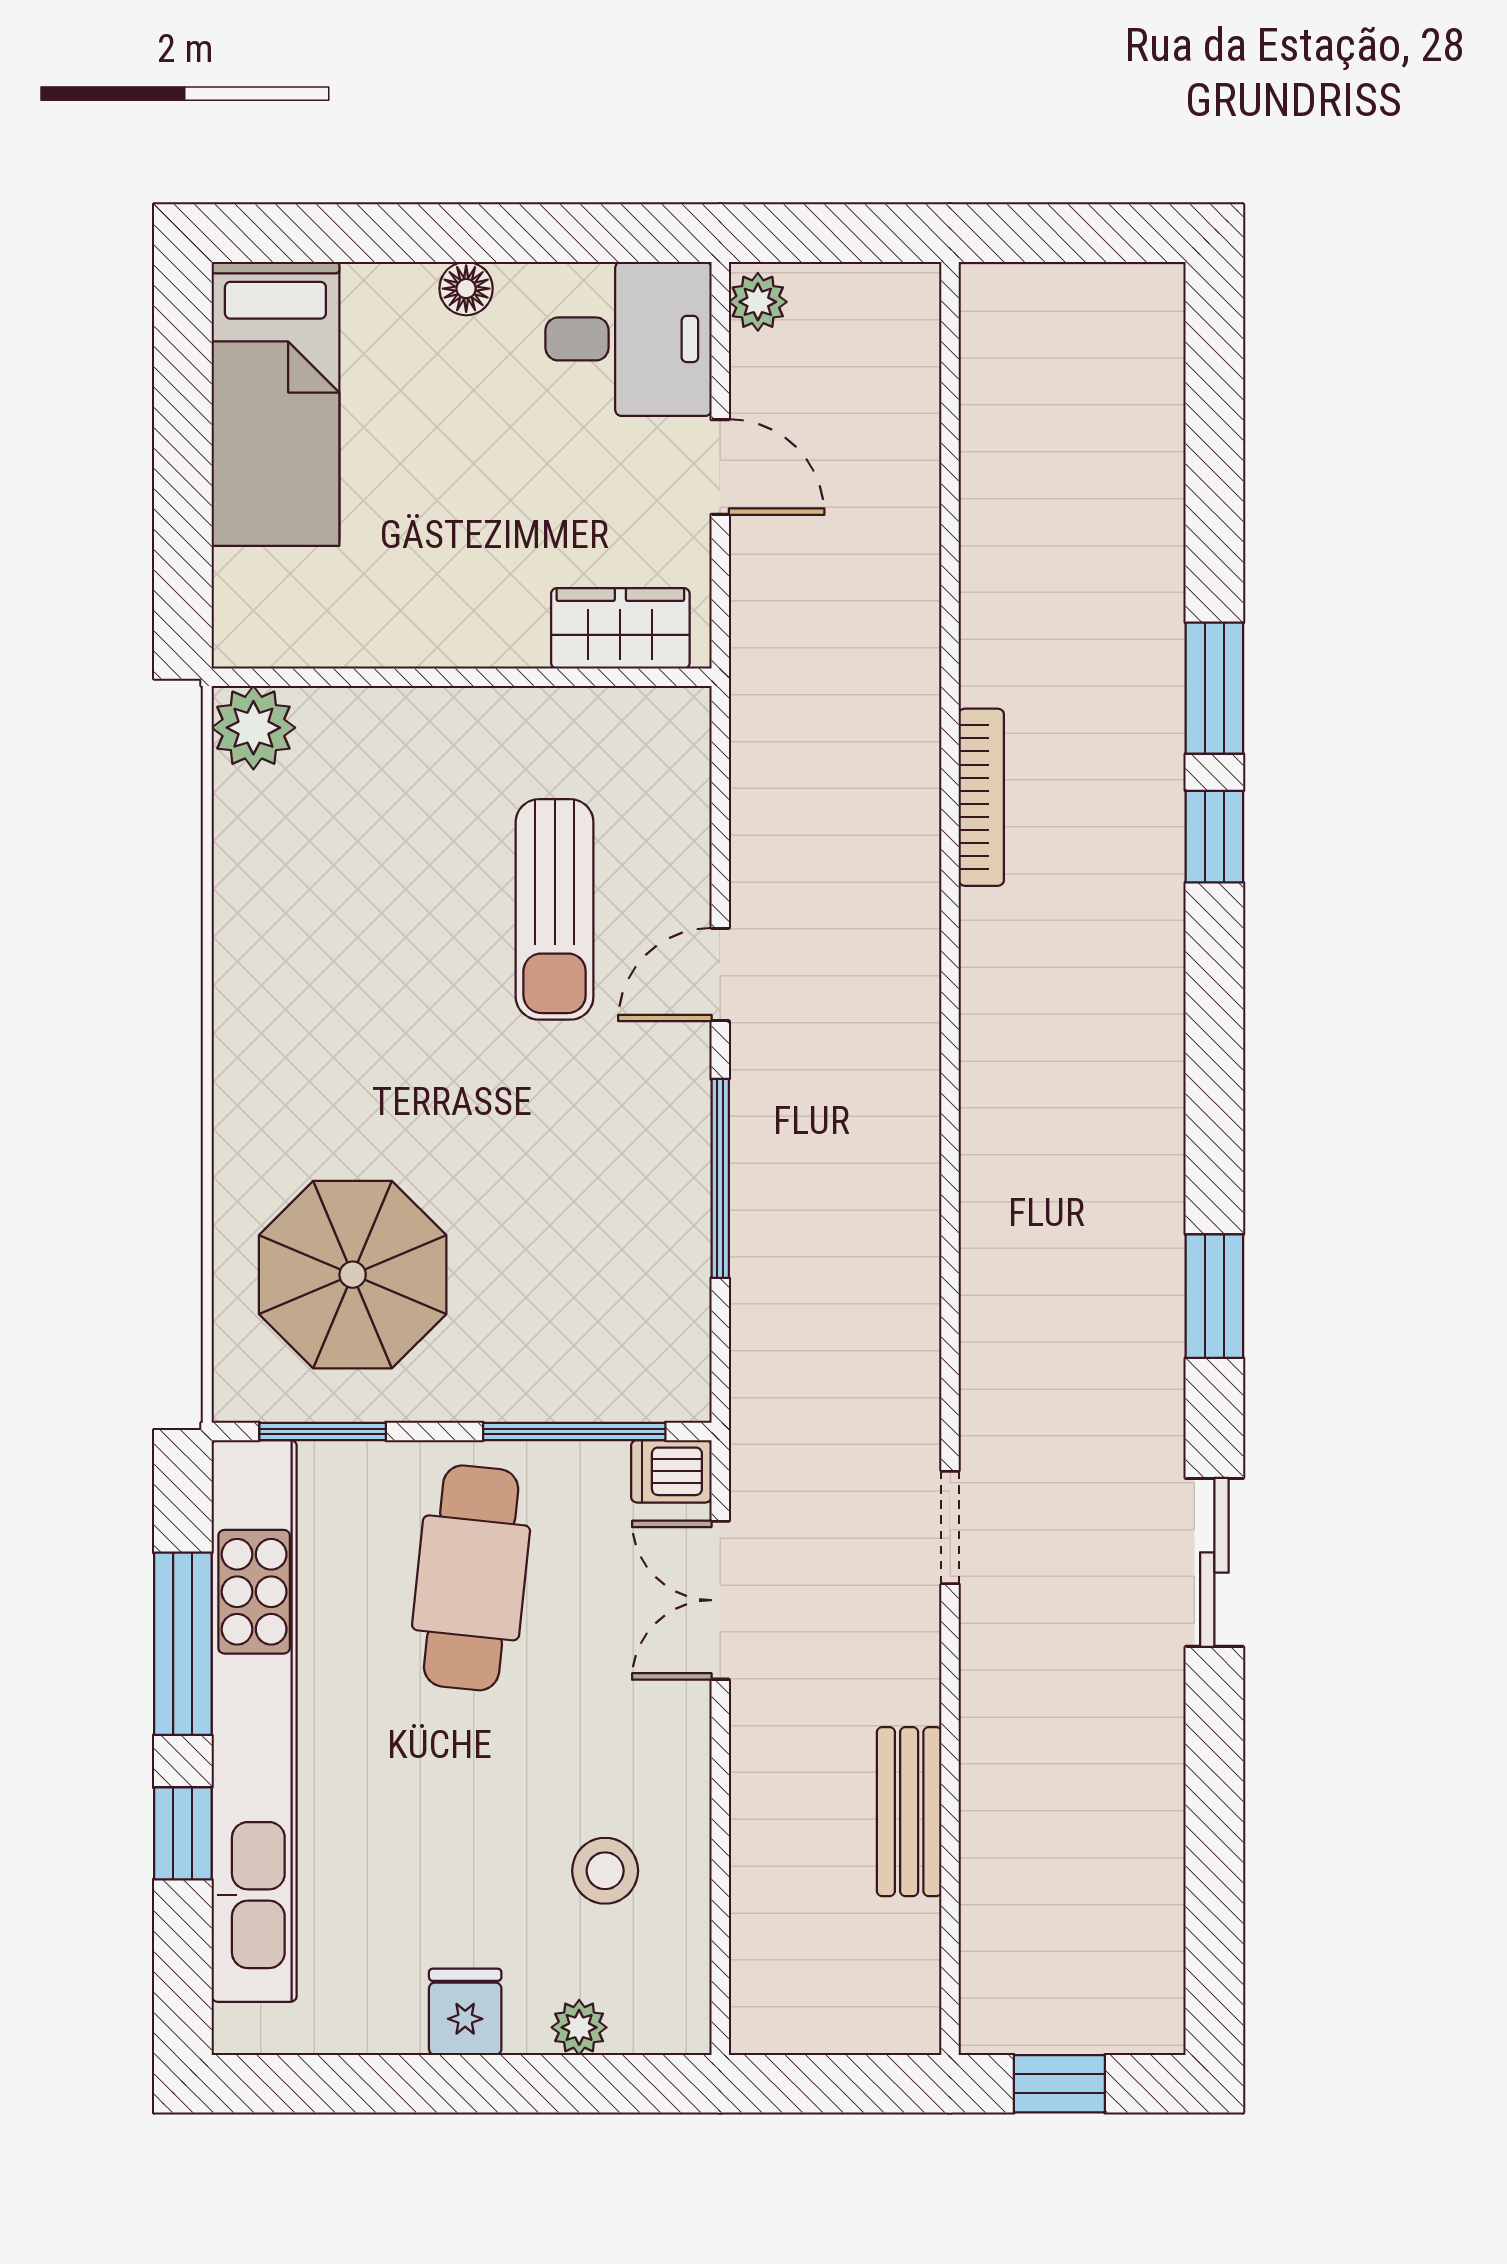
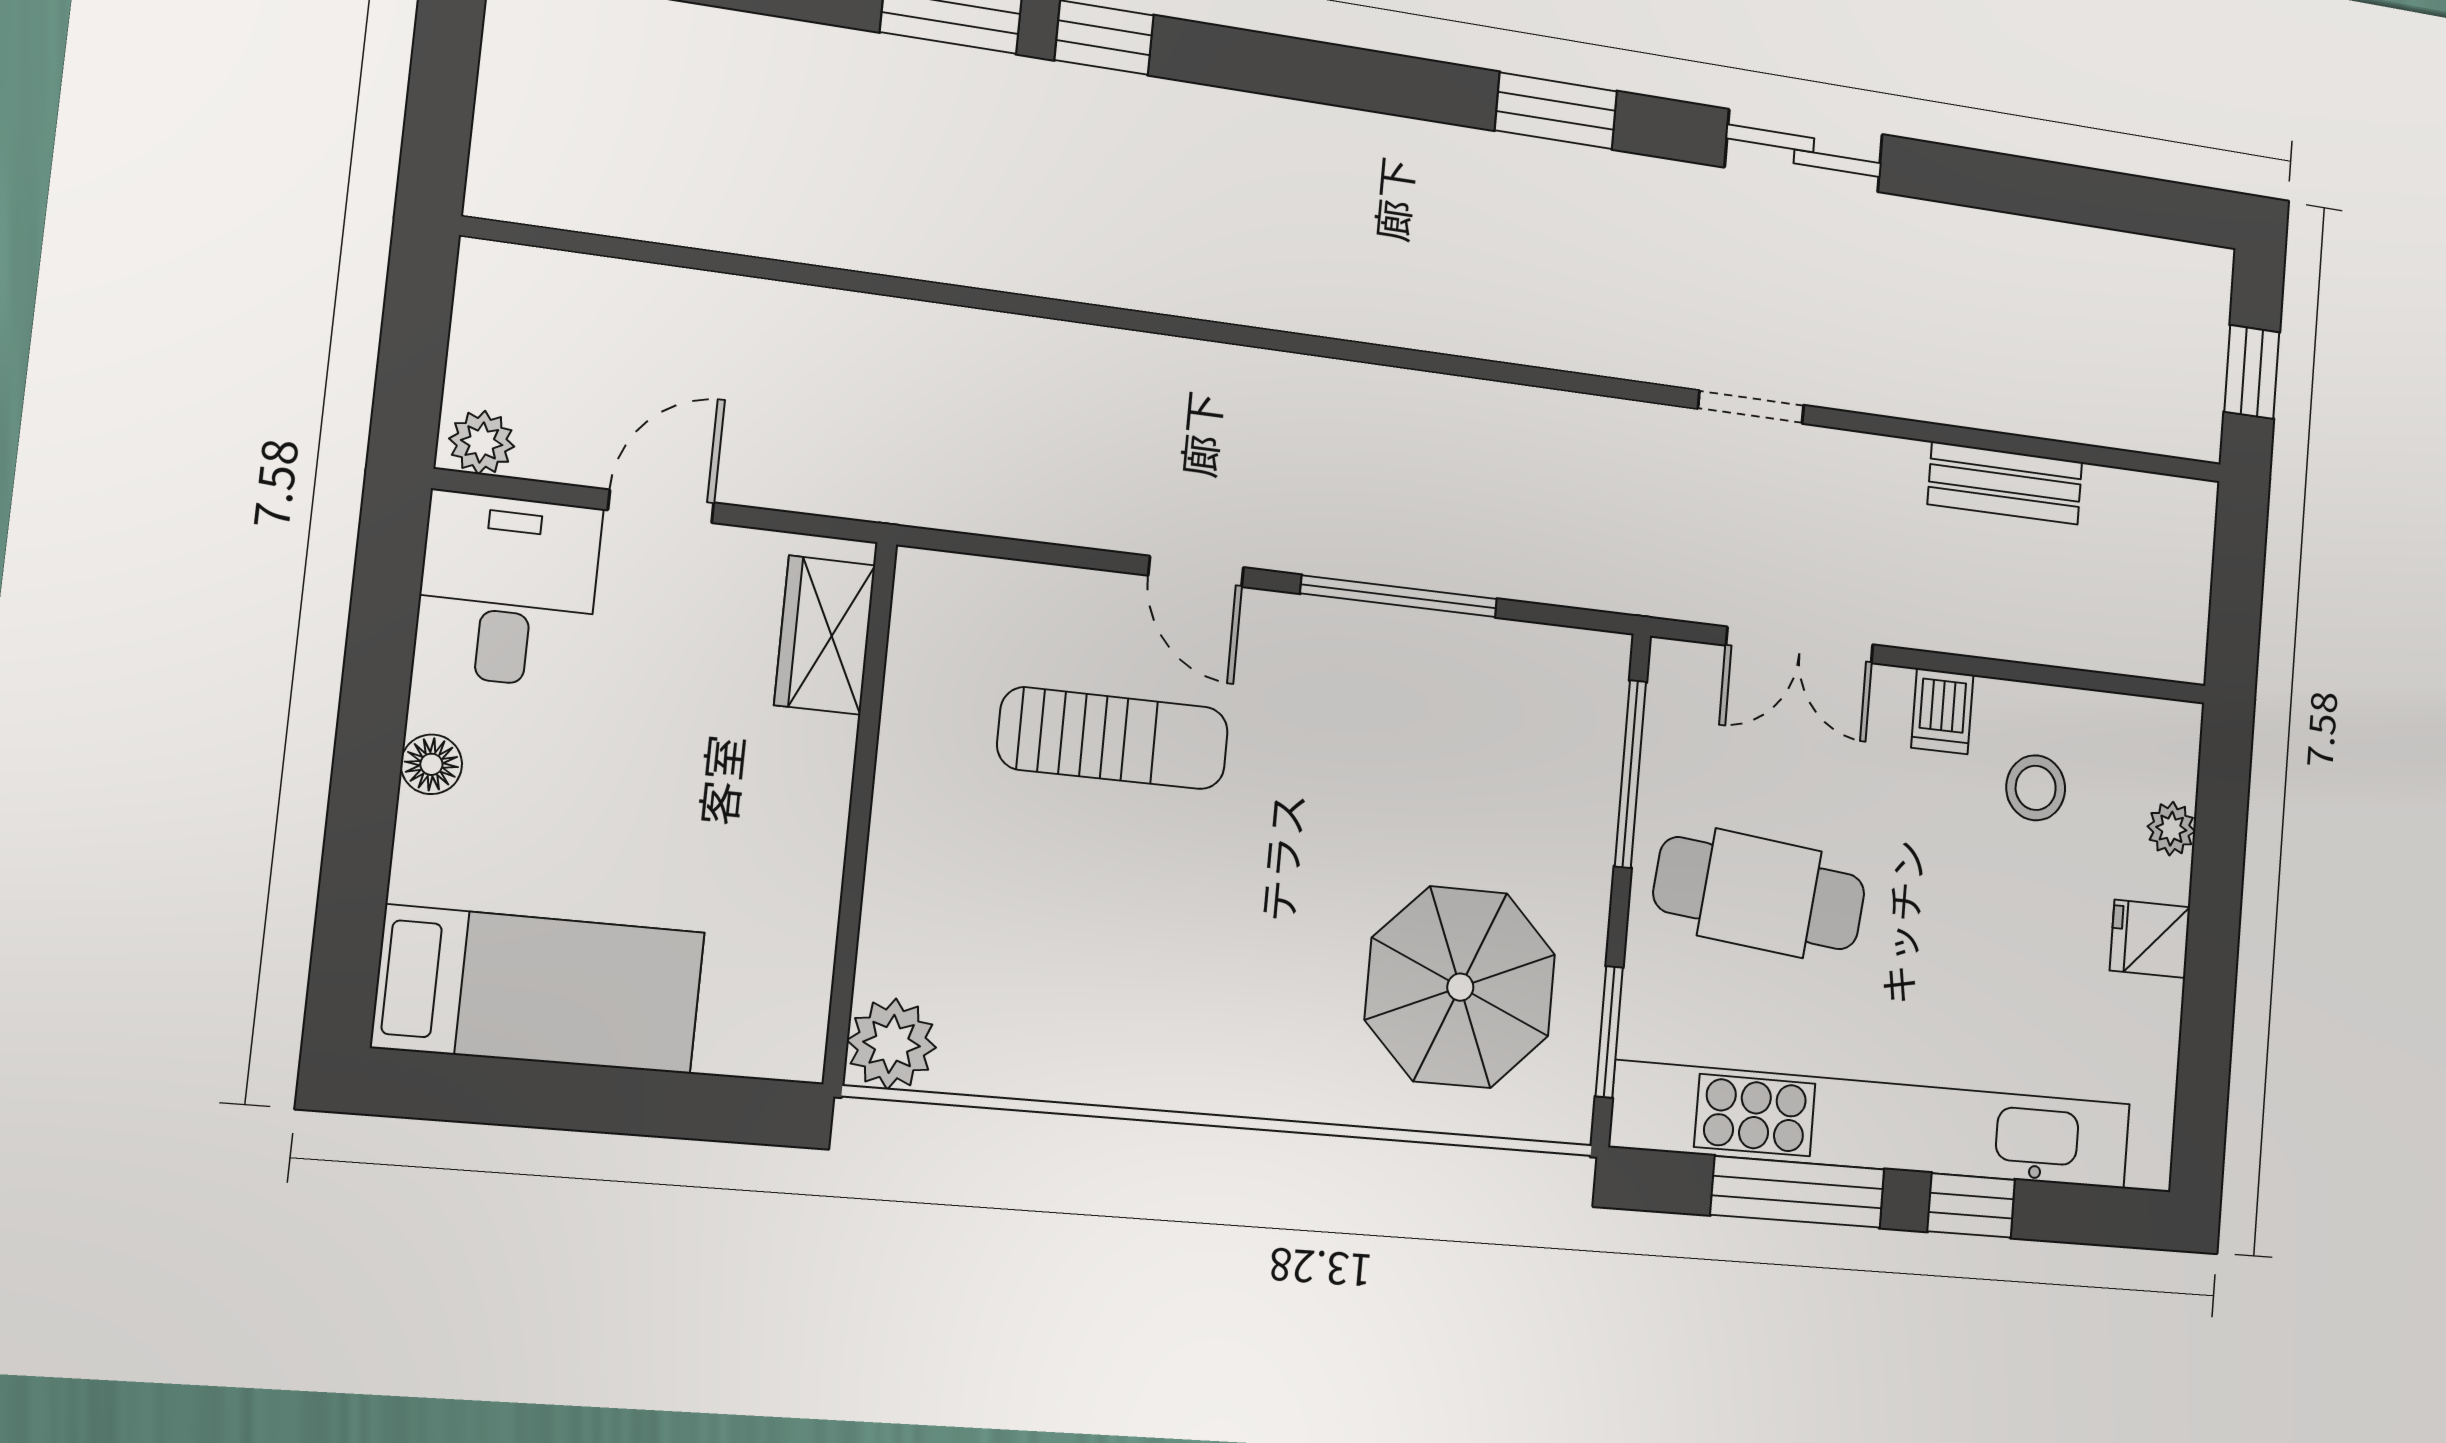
bookcase: (981, 797) -> (1041, 274), removed
dishwasher: (671, 1471) -> (1942, 711), moved

